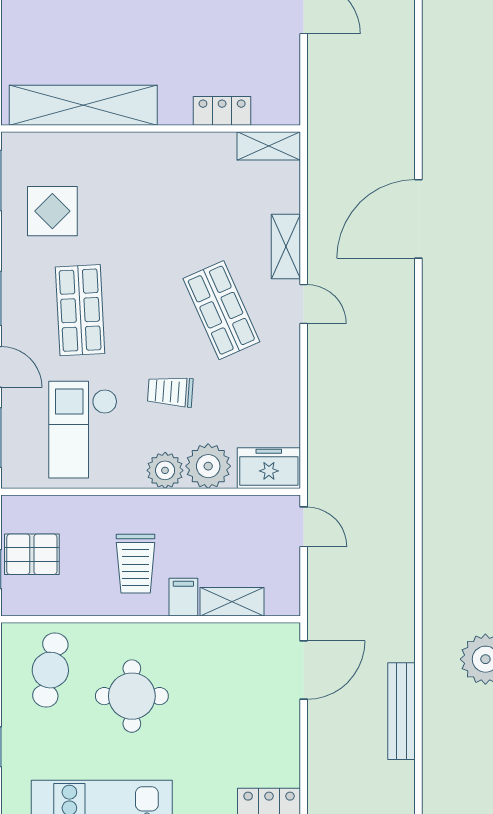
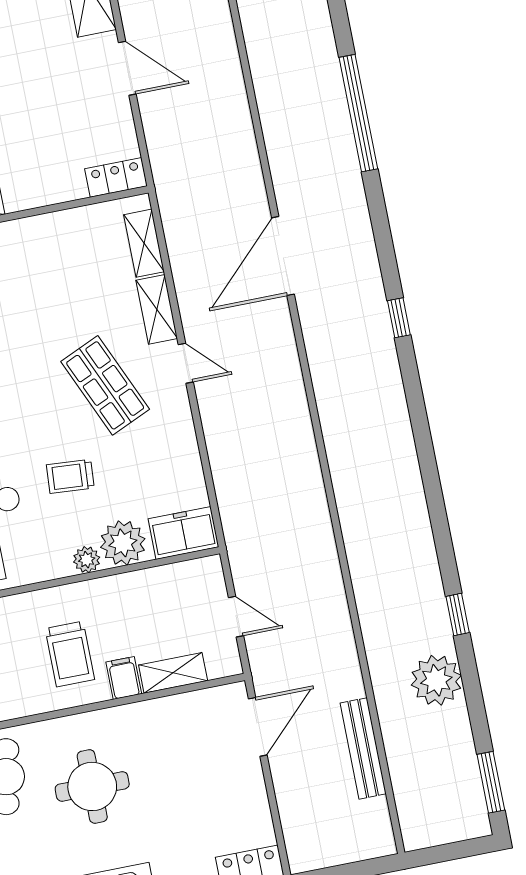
locker: (222, 111) -> (116, 177), moved
shelving: (269, 146) -> (144, 243), moved, turned 90
plant: (165, 470) -> (87, 560), width x0.73, depth x0.73
door: (304, 527) -> (236, 617), moved

